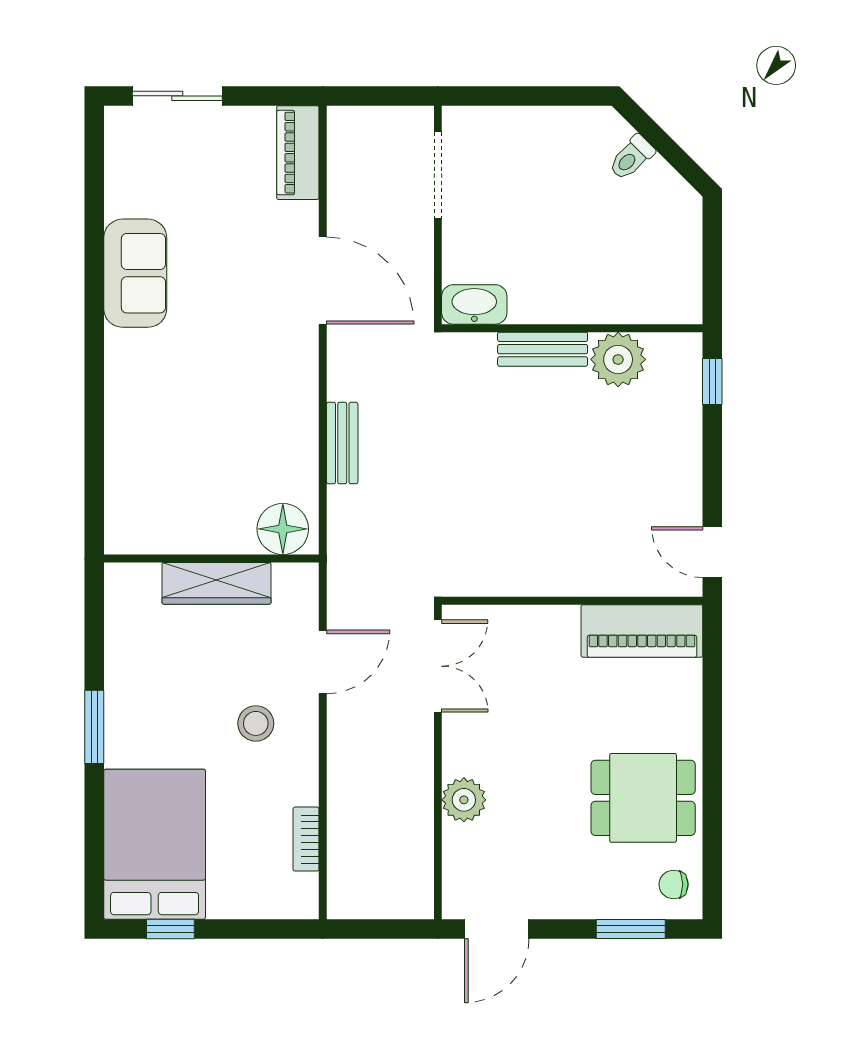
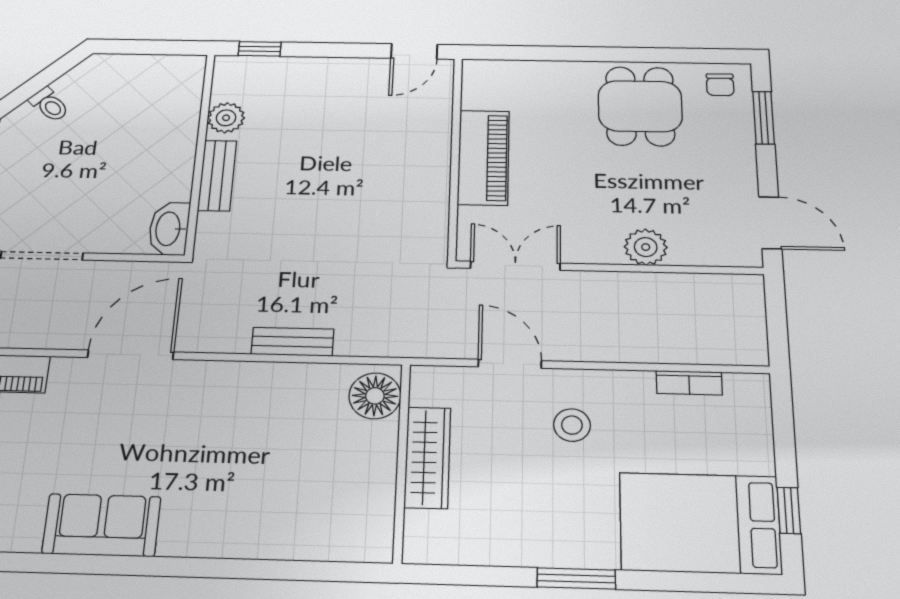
plant: (618, 359) -> (226, 118), width x0.73, depth x0.73
piano: (642, 631) -> (484, 157), moved

